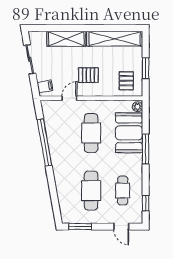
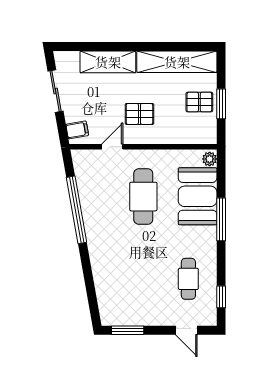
pallet: (126, 81) -> (199, 102), moved, turned 90
cafe table: (91, 191) -> (143, 279), removed

